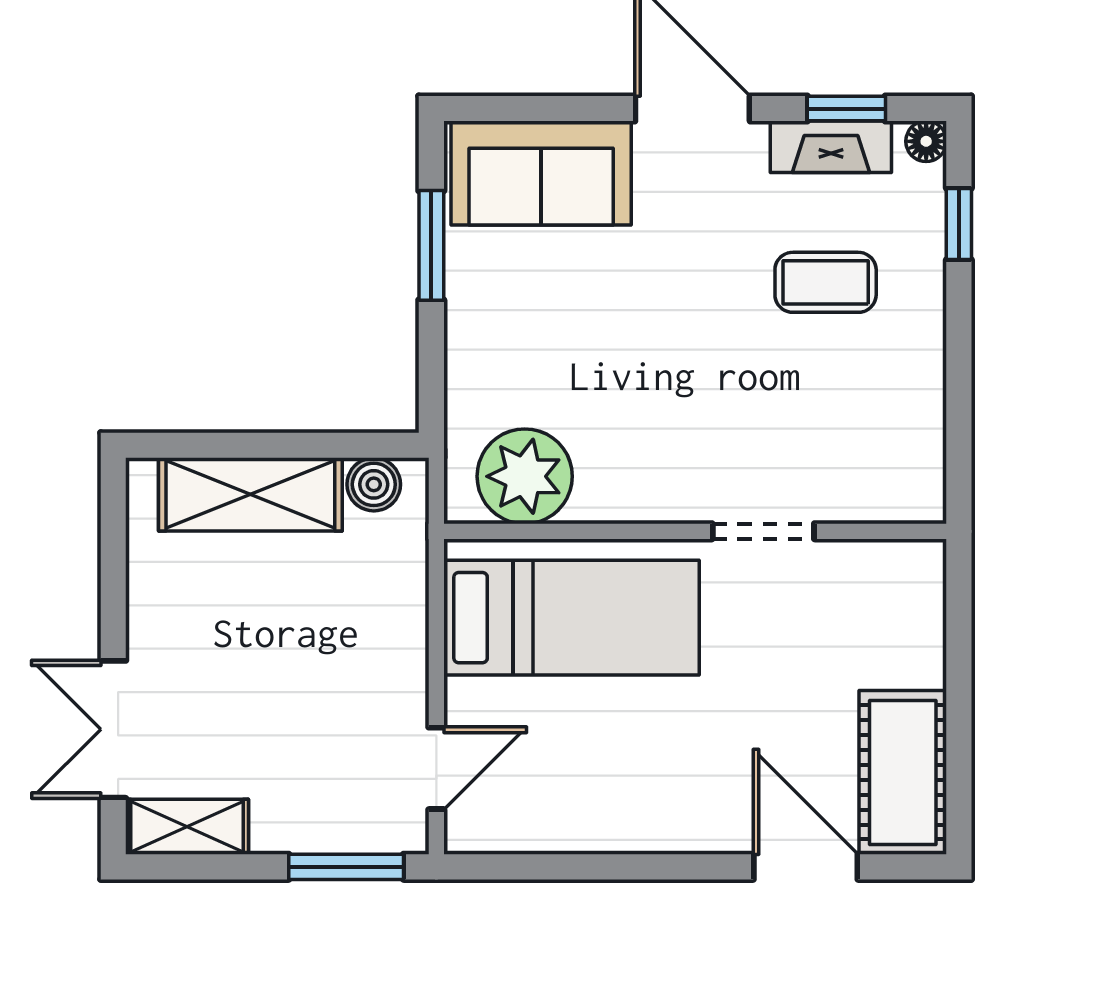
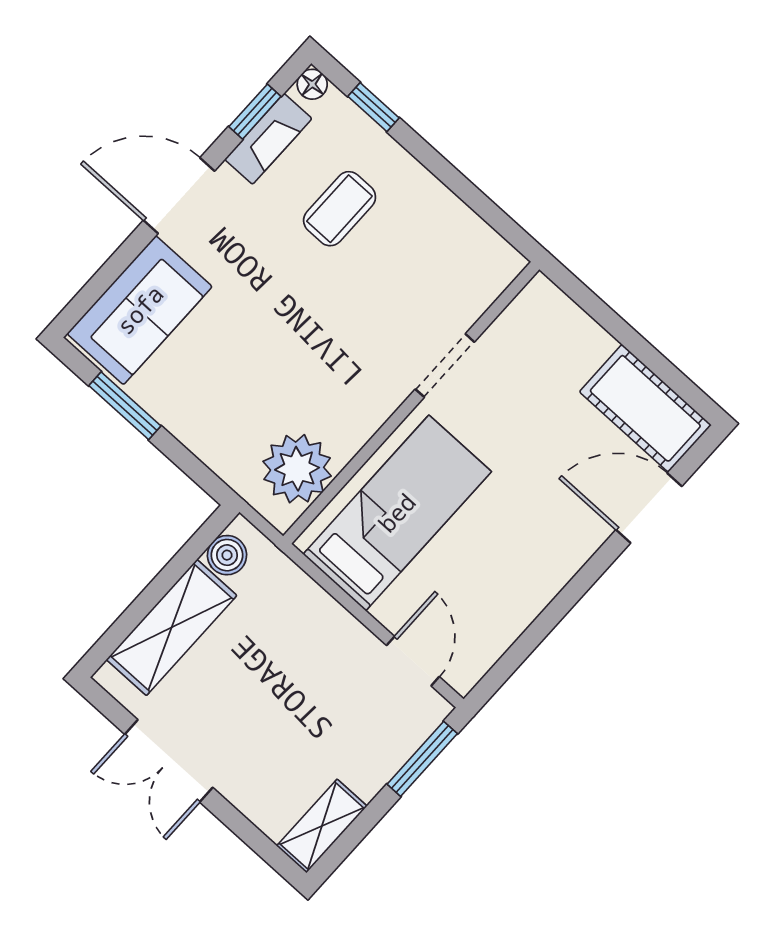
double door: (113, 729) -> (169, 761), moved

